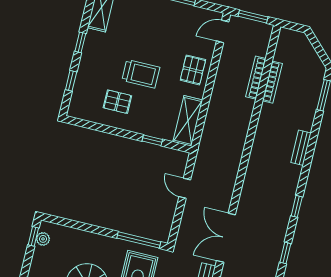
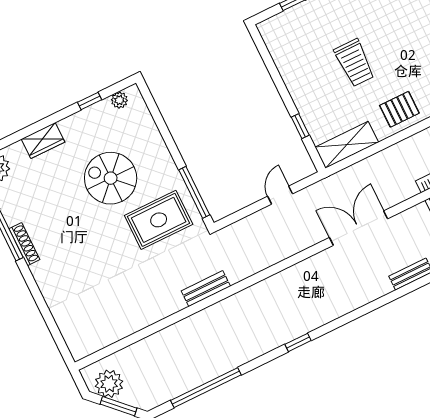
pallet: (117, 102) -> (309, 62), removed
window: (297, 206) -> (351, 316), removed
window: (33, 236) -> (90, 101), moved
double door: (226, 238) -> (358, 228), moved

